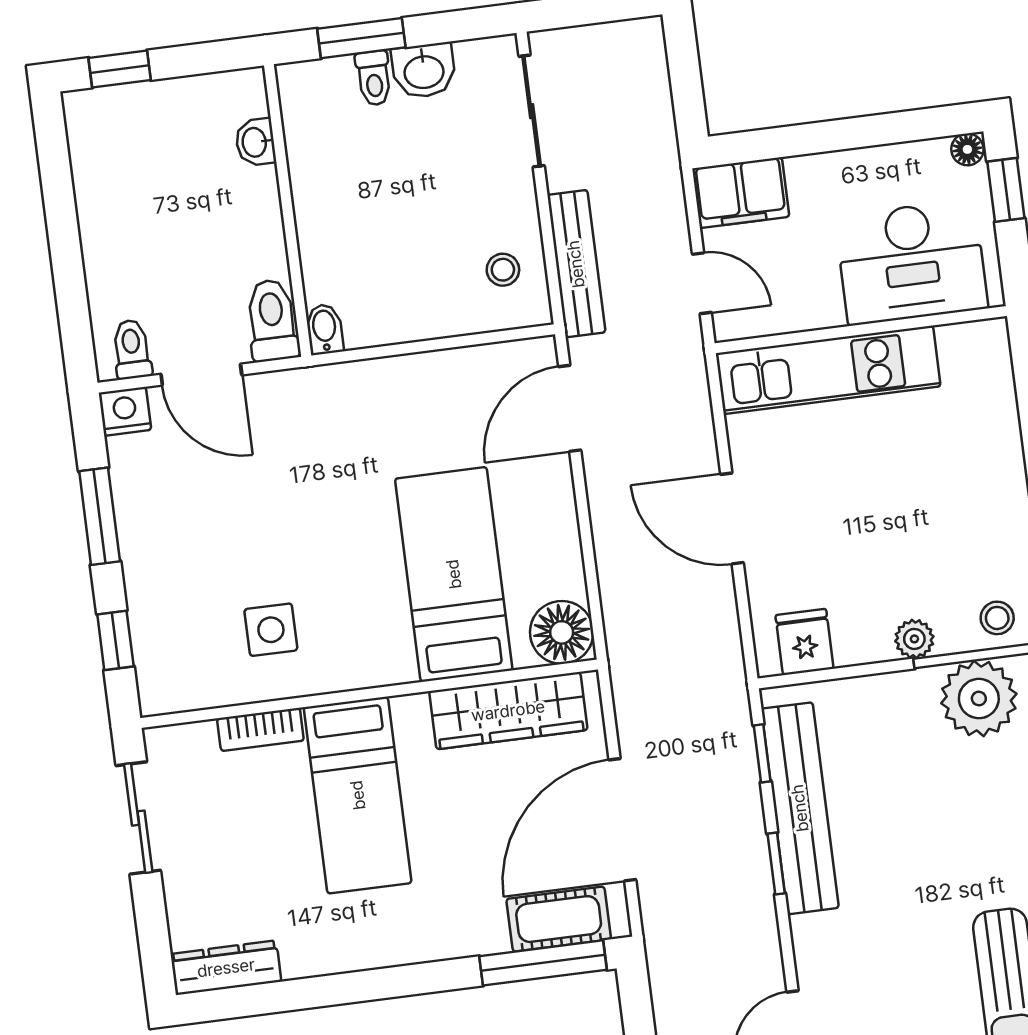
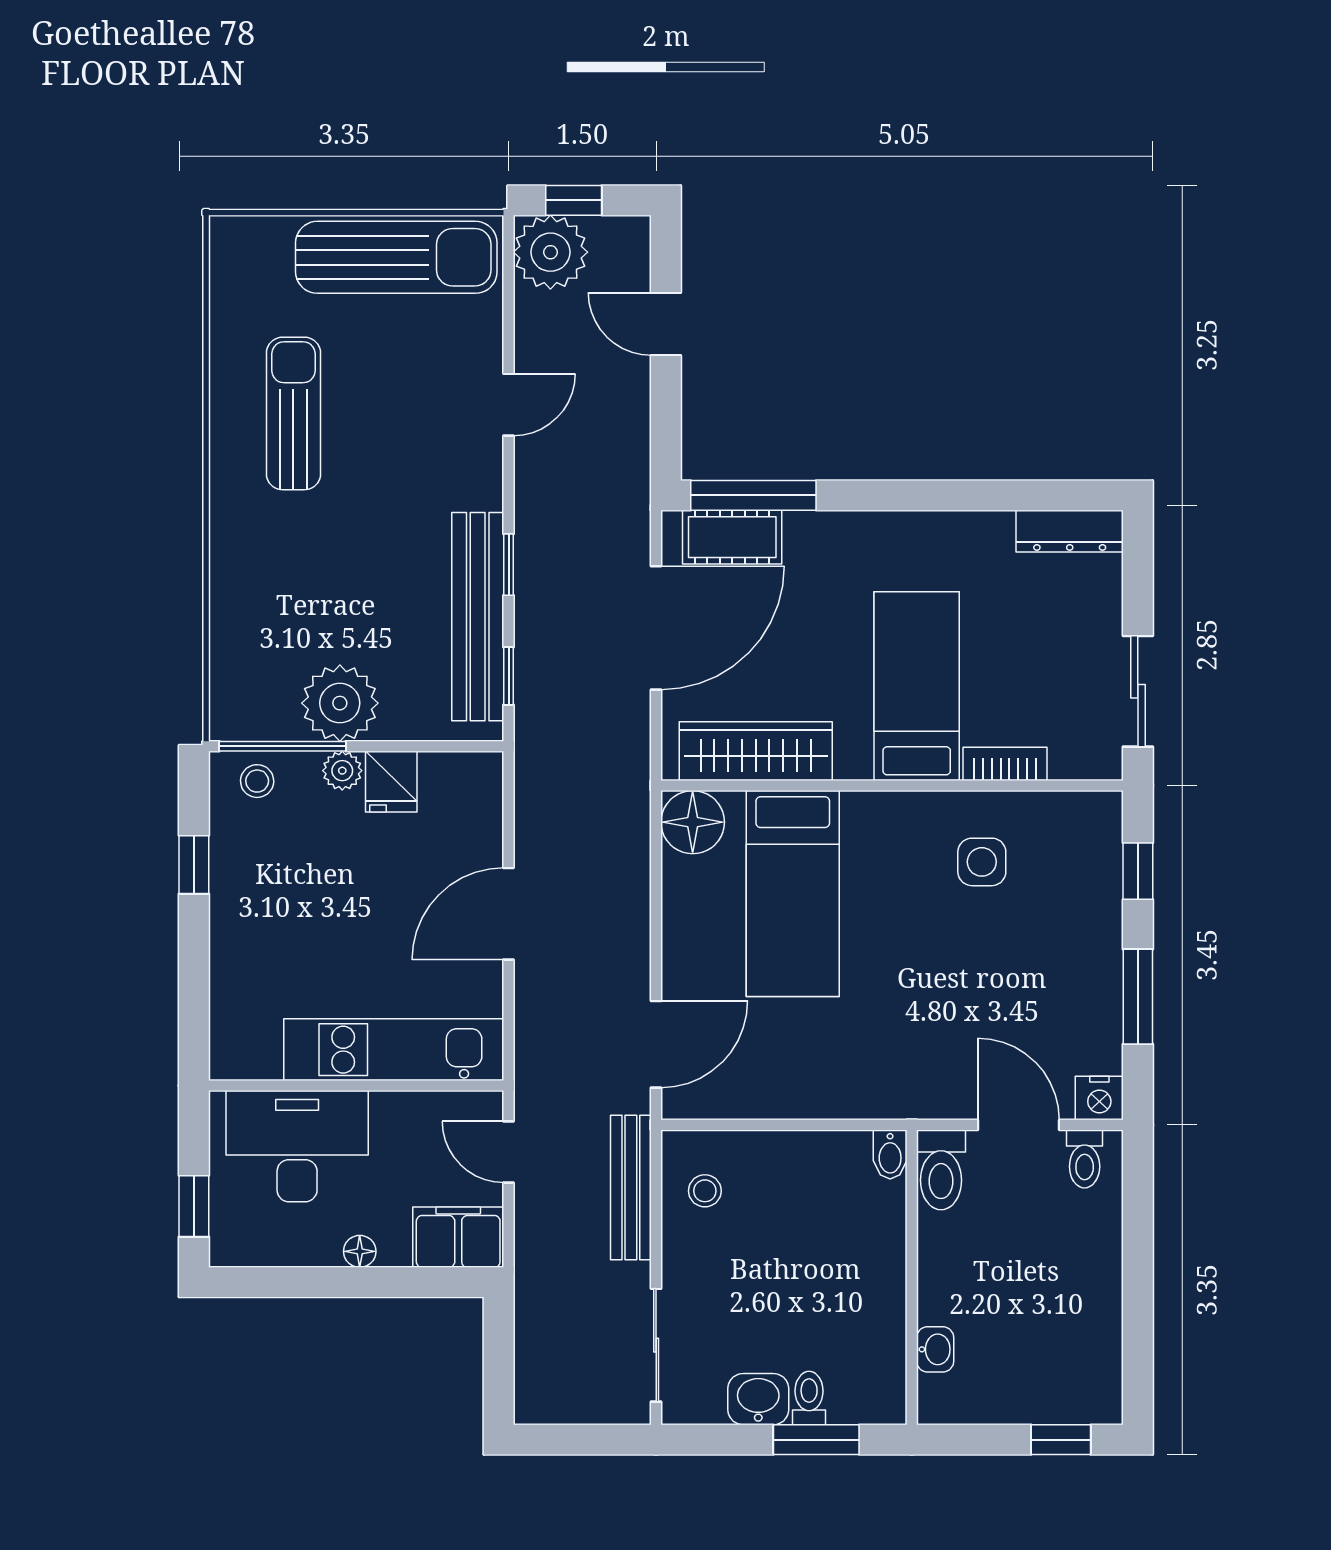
floor lamp: (967, 149) -> (360, 1251), moved
door: (732, 519) -> (509, 914), swing flipped
fridge: (805, 642) -> (391, 782), moved
plant: (979, 699) -> (340, 703), moved

